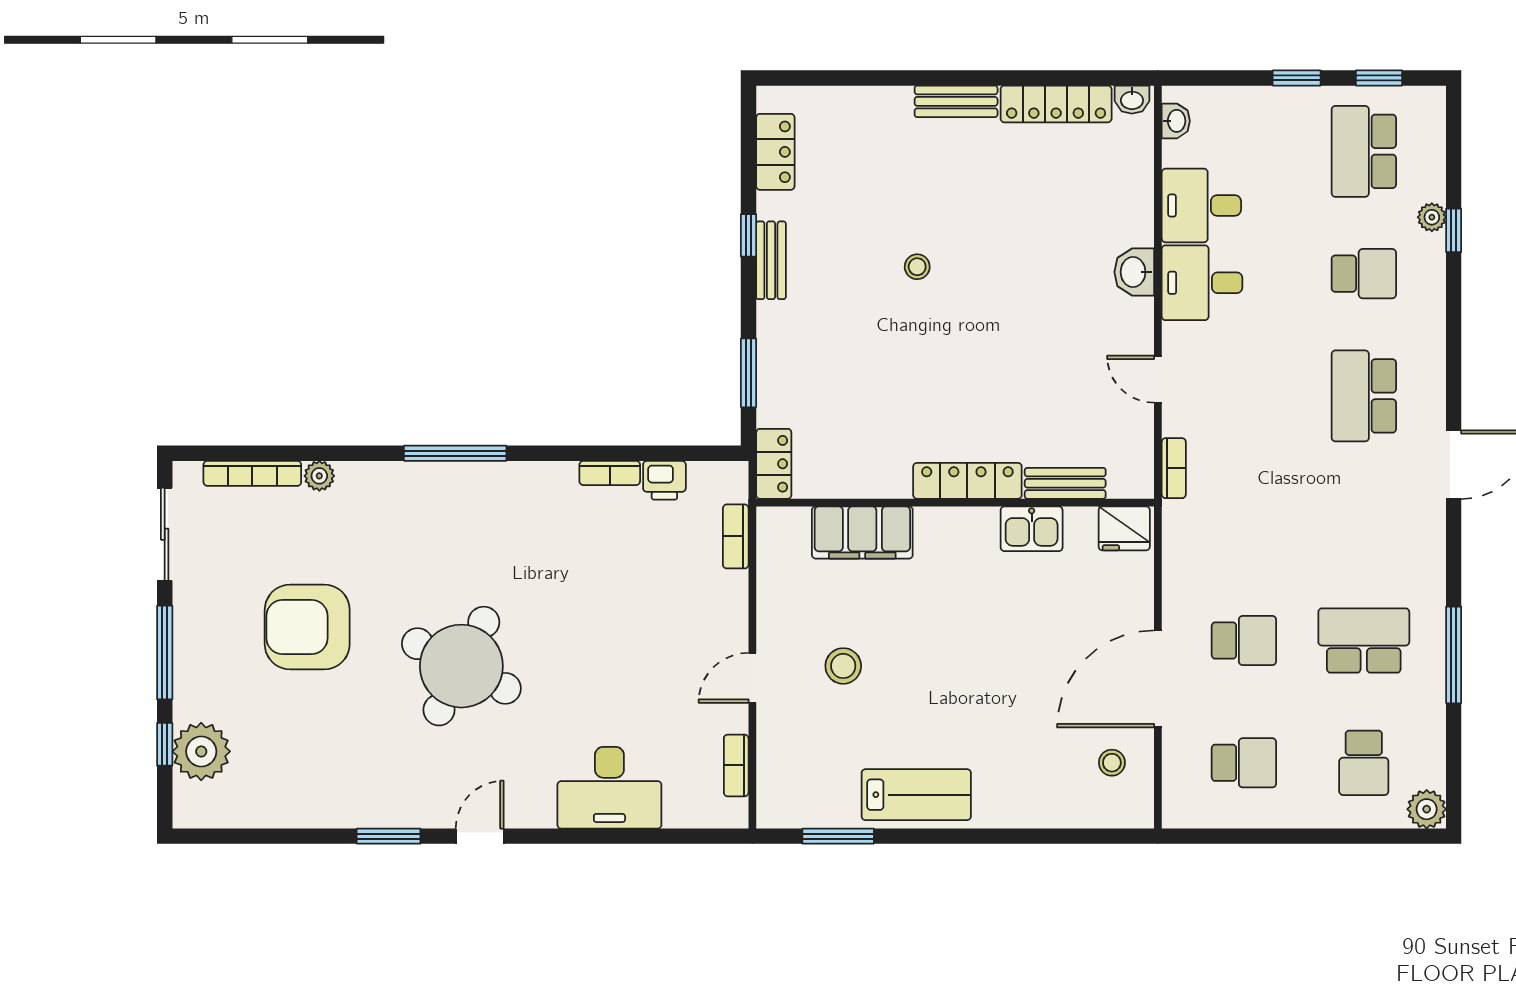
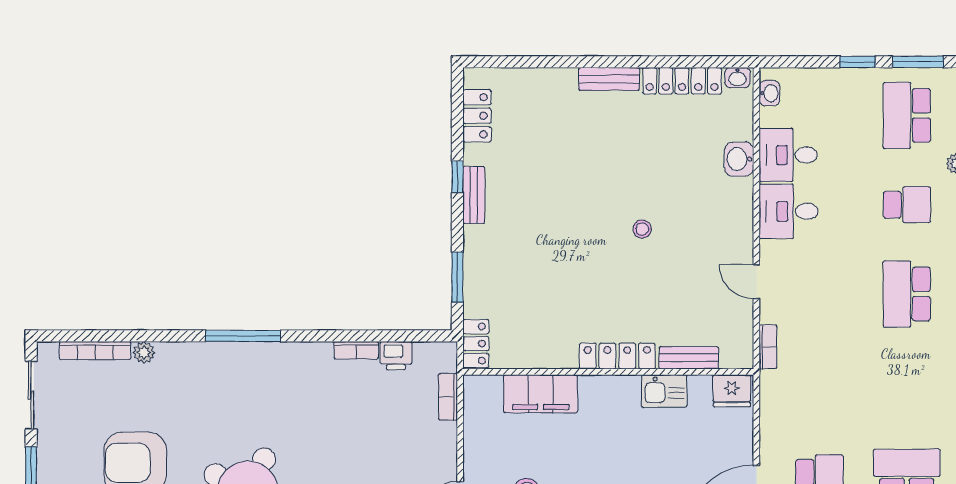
window: (1379, 78) -> (918, 62), width x1.50
stool: (917, 267) -> (642, 229), moved
washbasin: (1134, 272) -> (739, 159), moved

